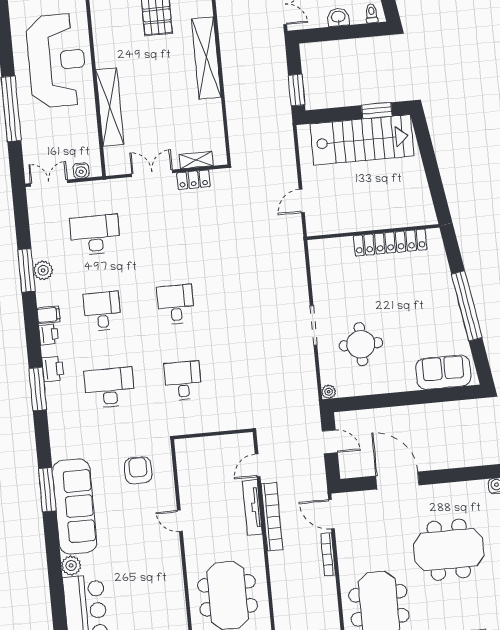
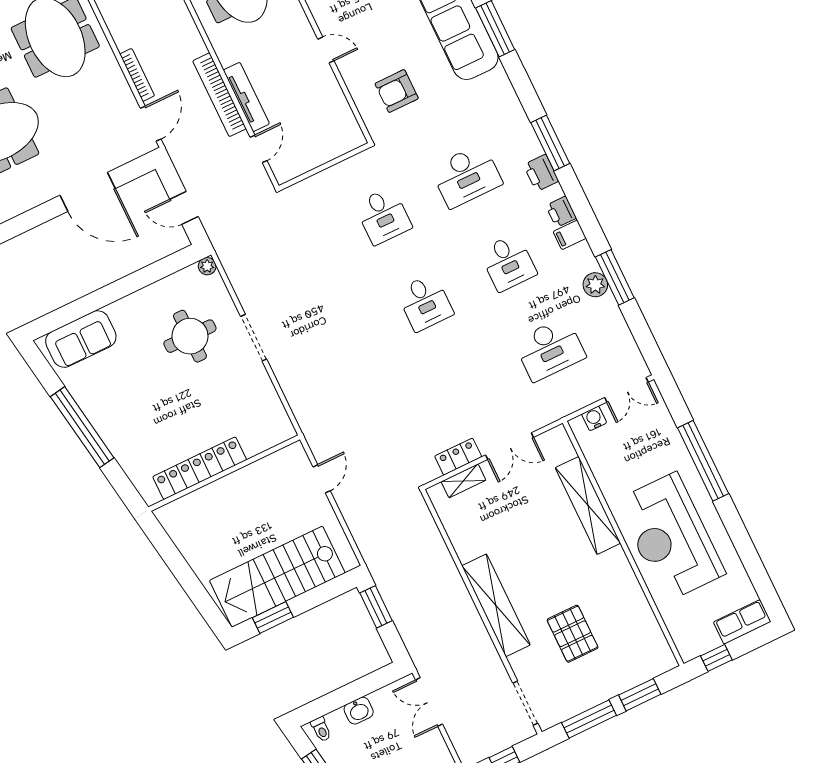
armchair: (138, 470) -> (397, 91), turned 90
door: (331, 514) -> (151, 124), hinge flipped

